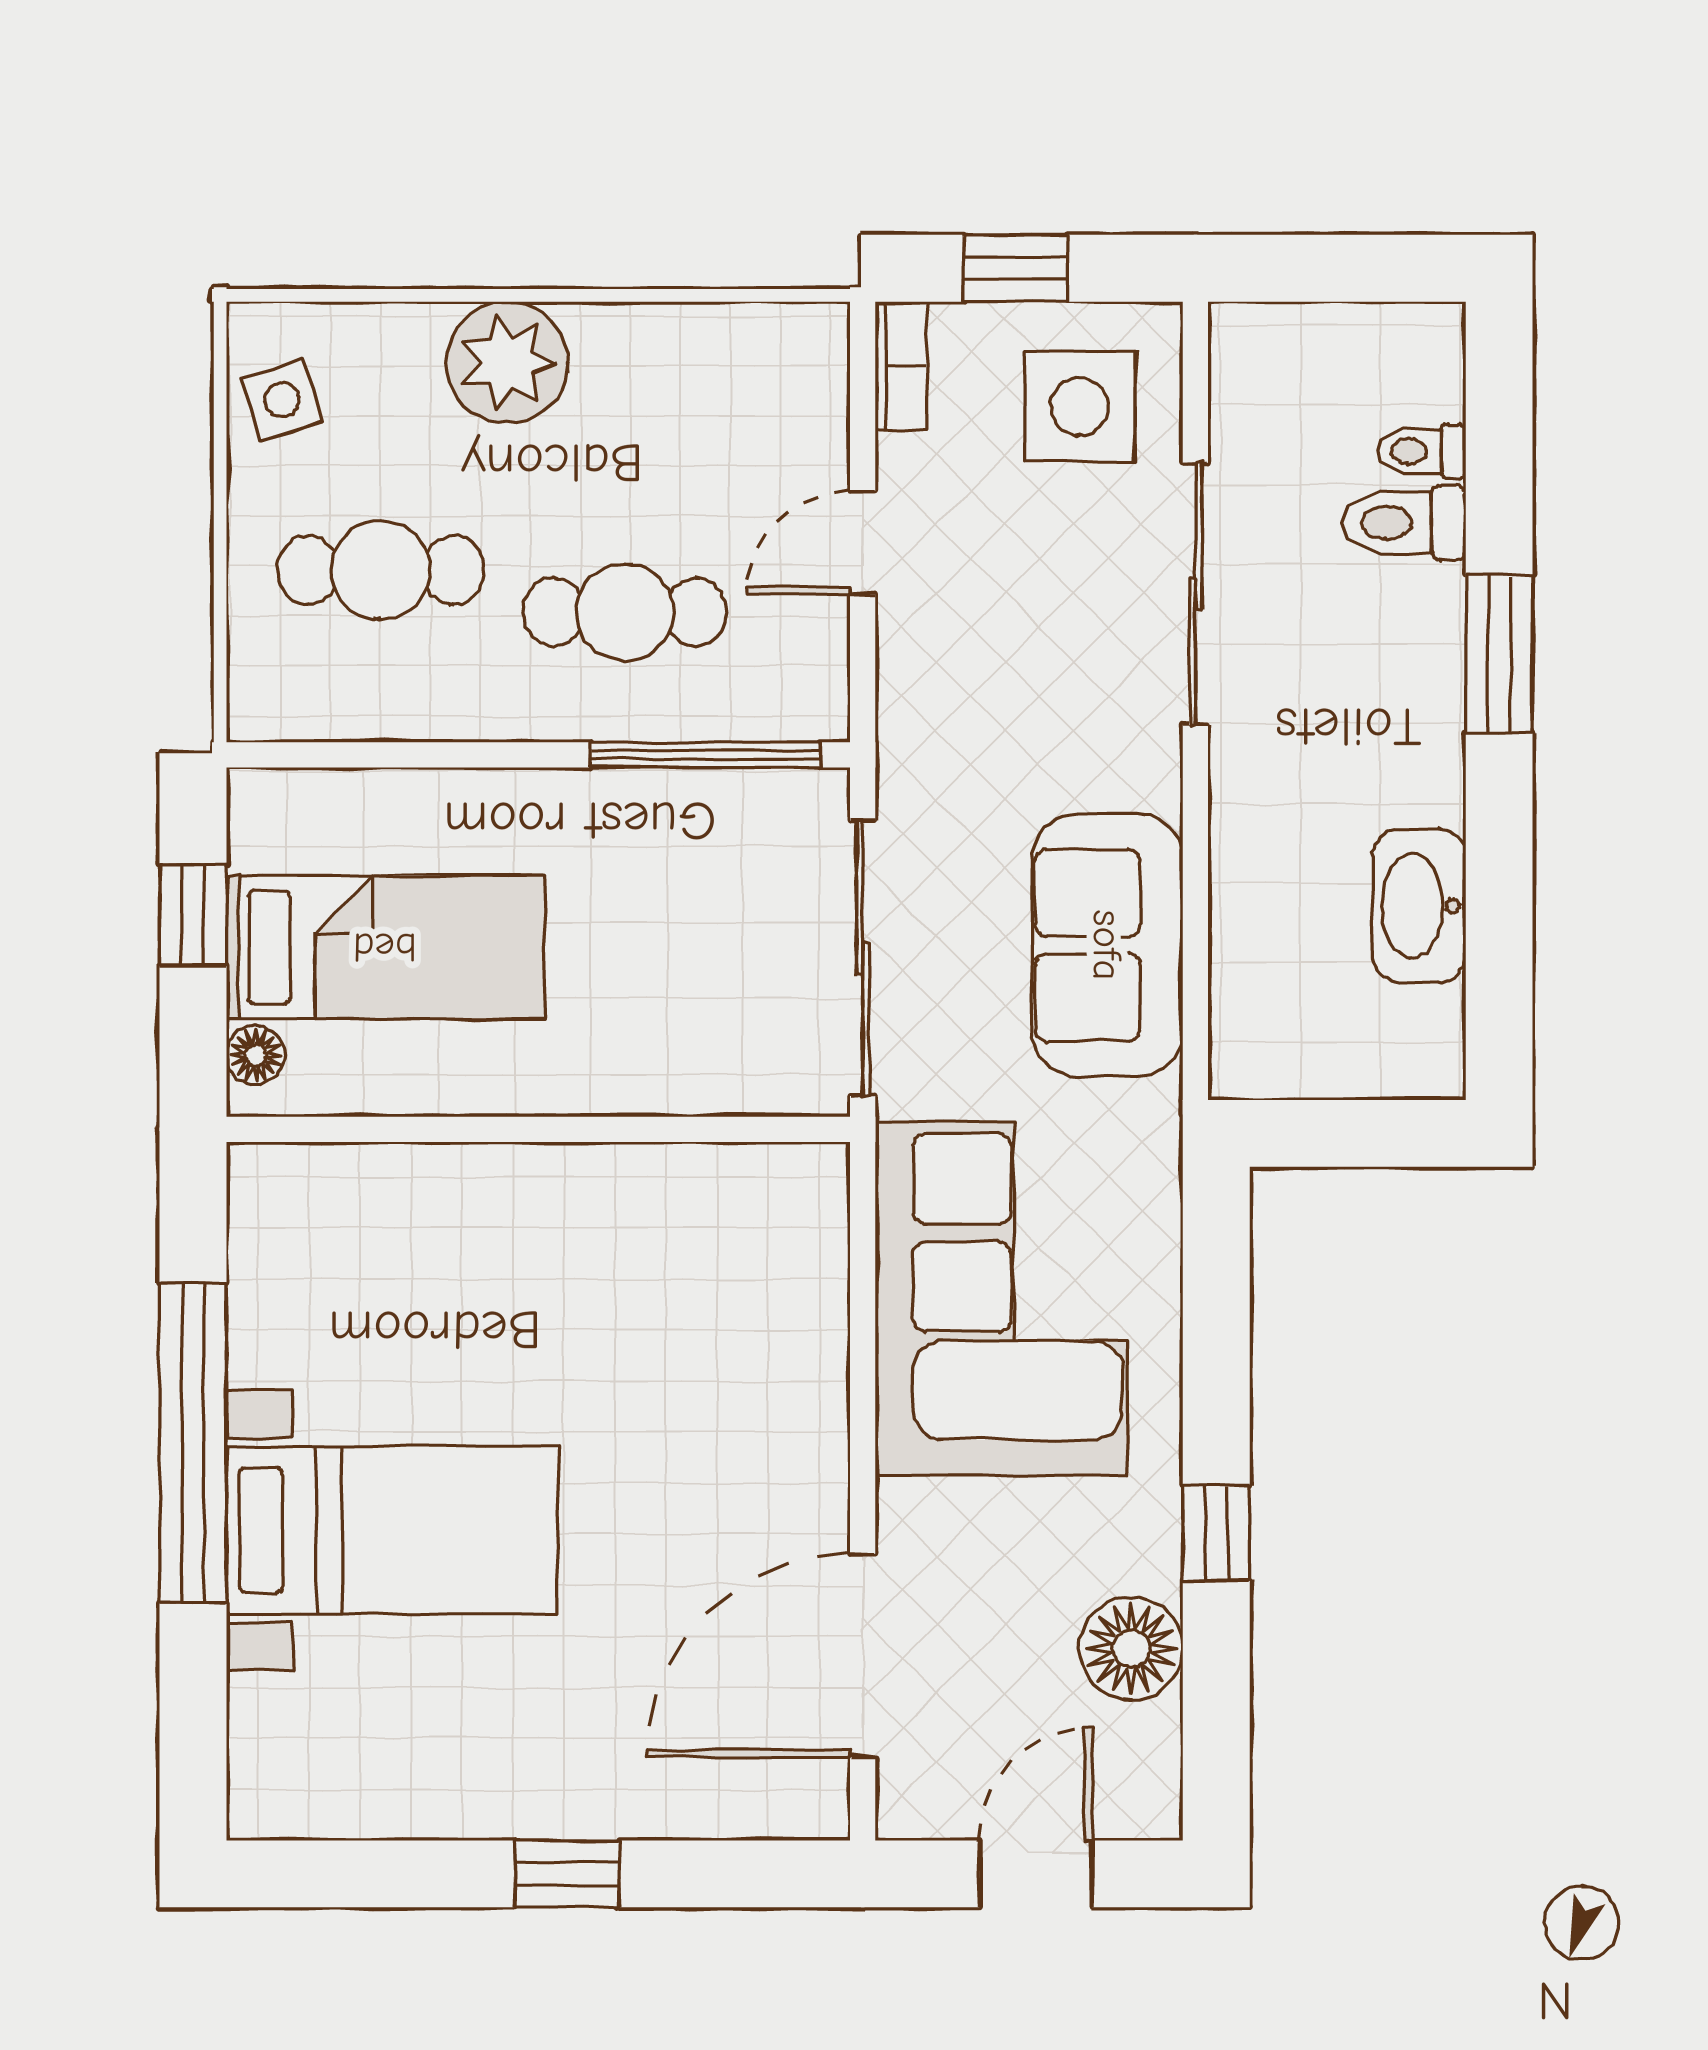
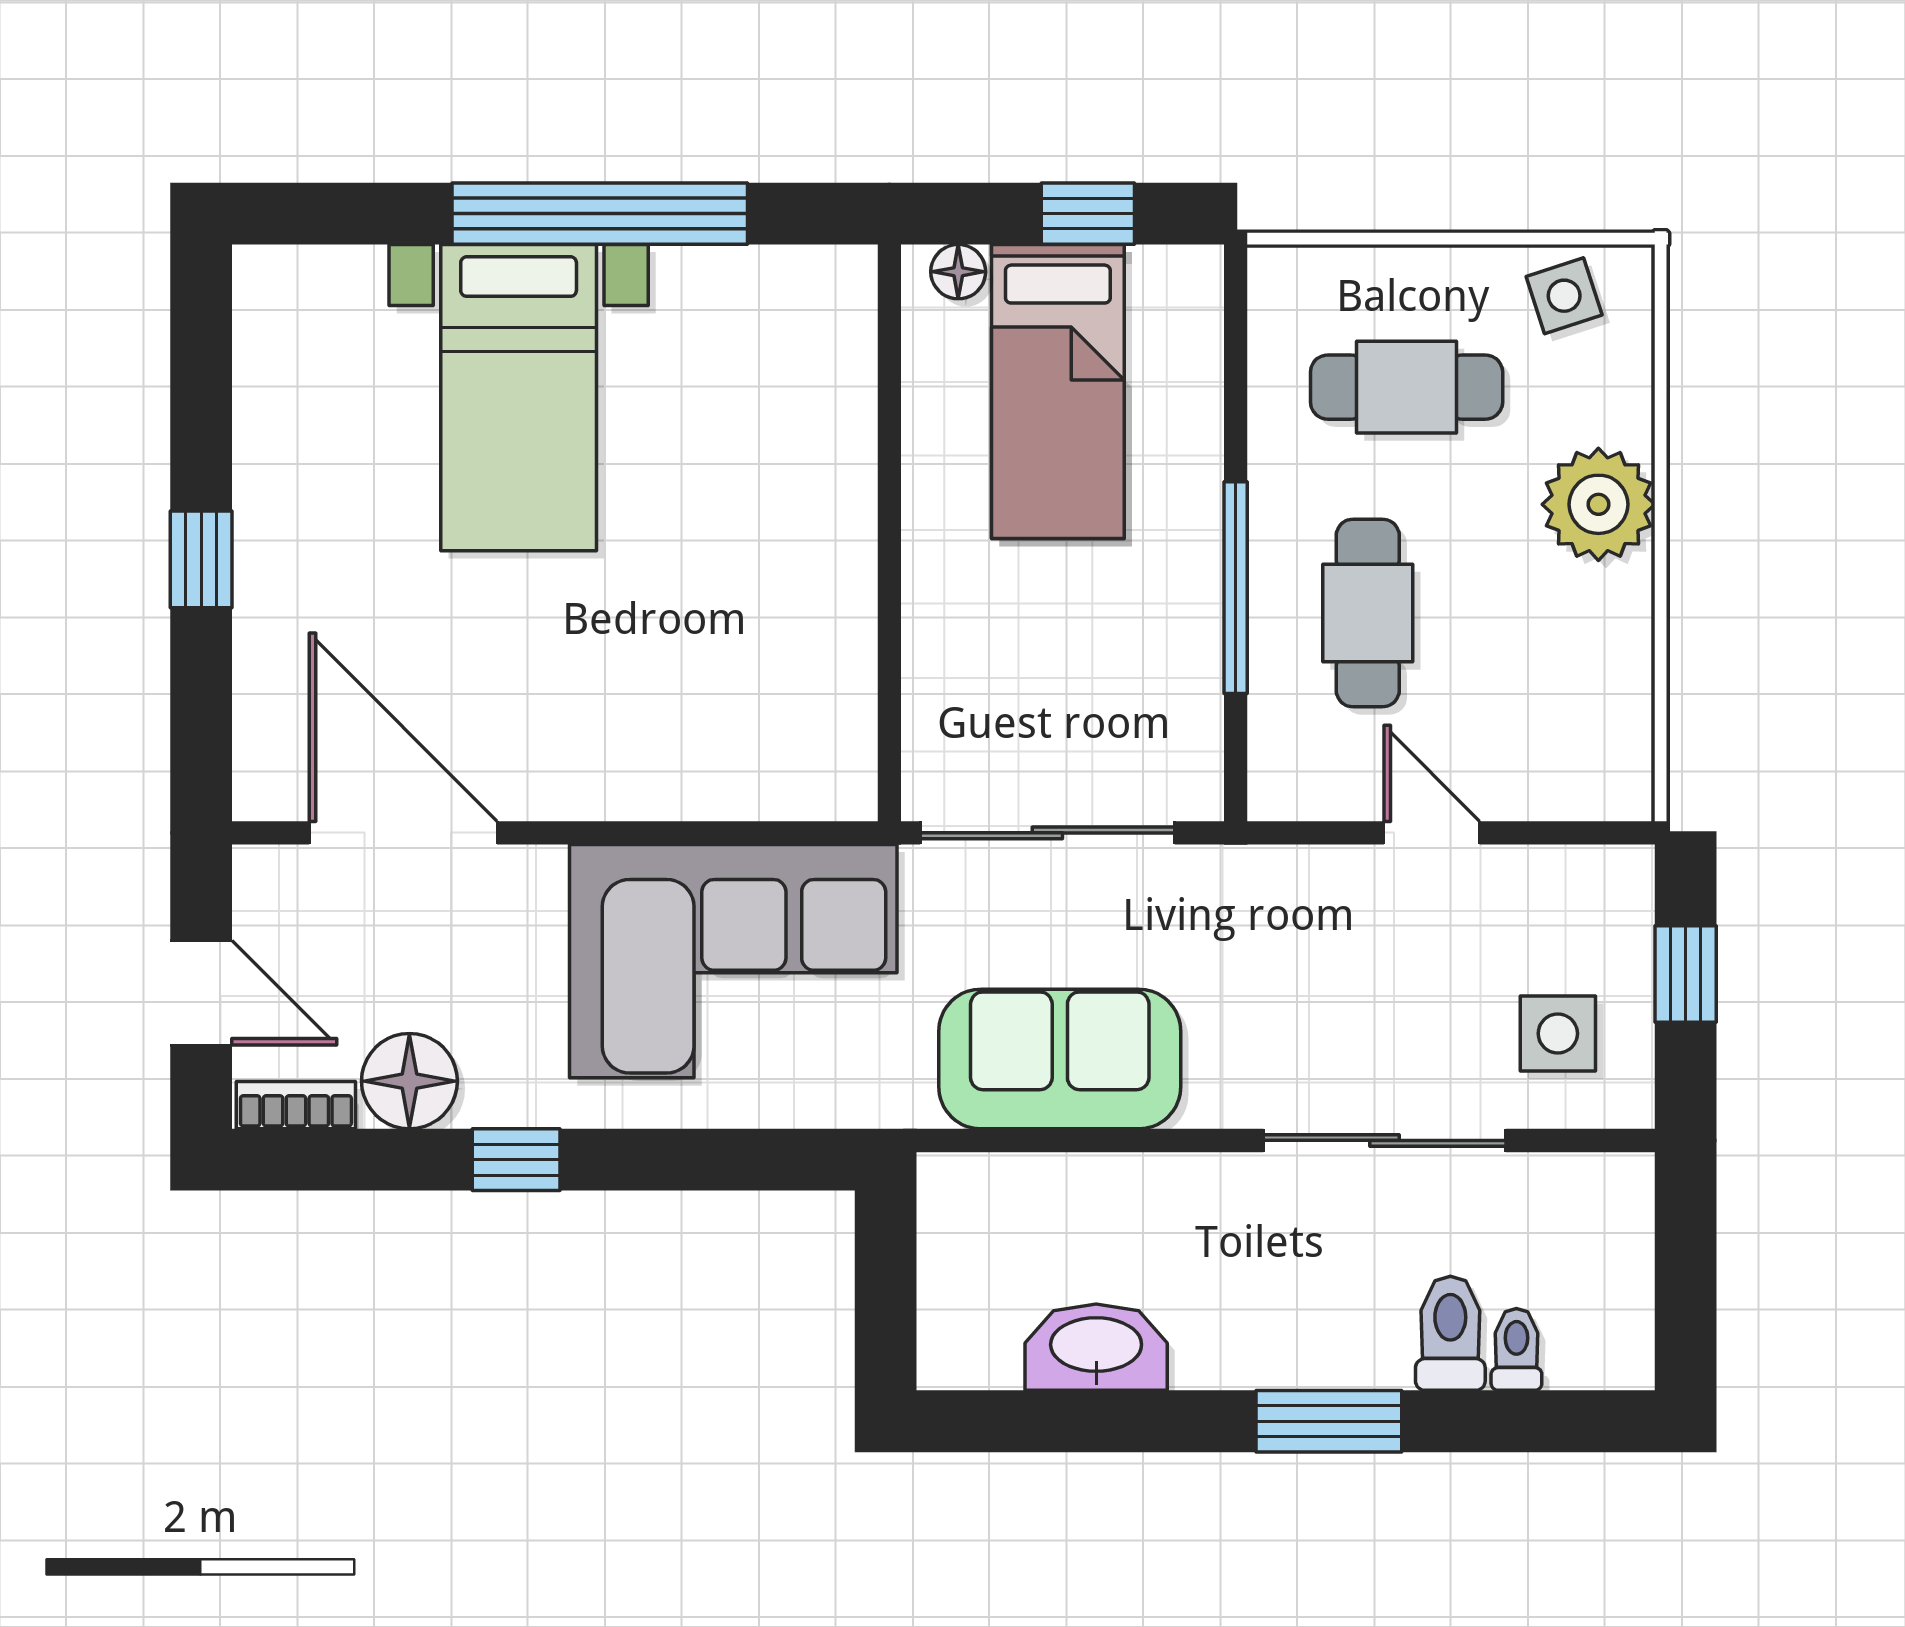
bookcase: (901, 366) -> (296, 1105), moved, turned 180
side table: (1080, 406) -> (1558, 1034), width x0.73, depth x0.73
cafe table: (381, 570) -> (1407, 387), turned 90
window: (705, 755) -> (1236, 588), moved

